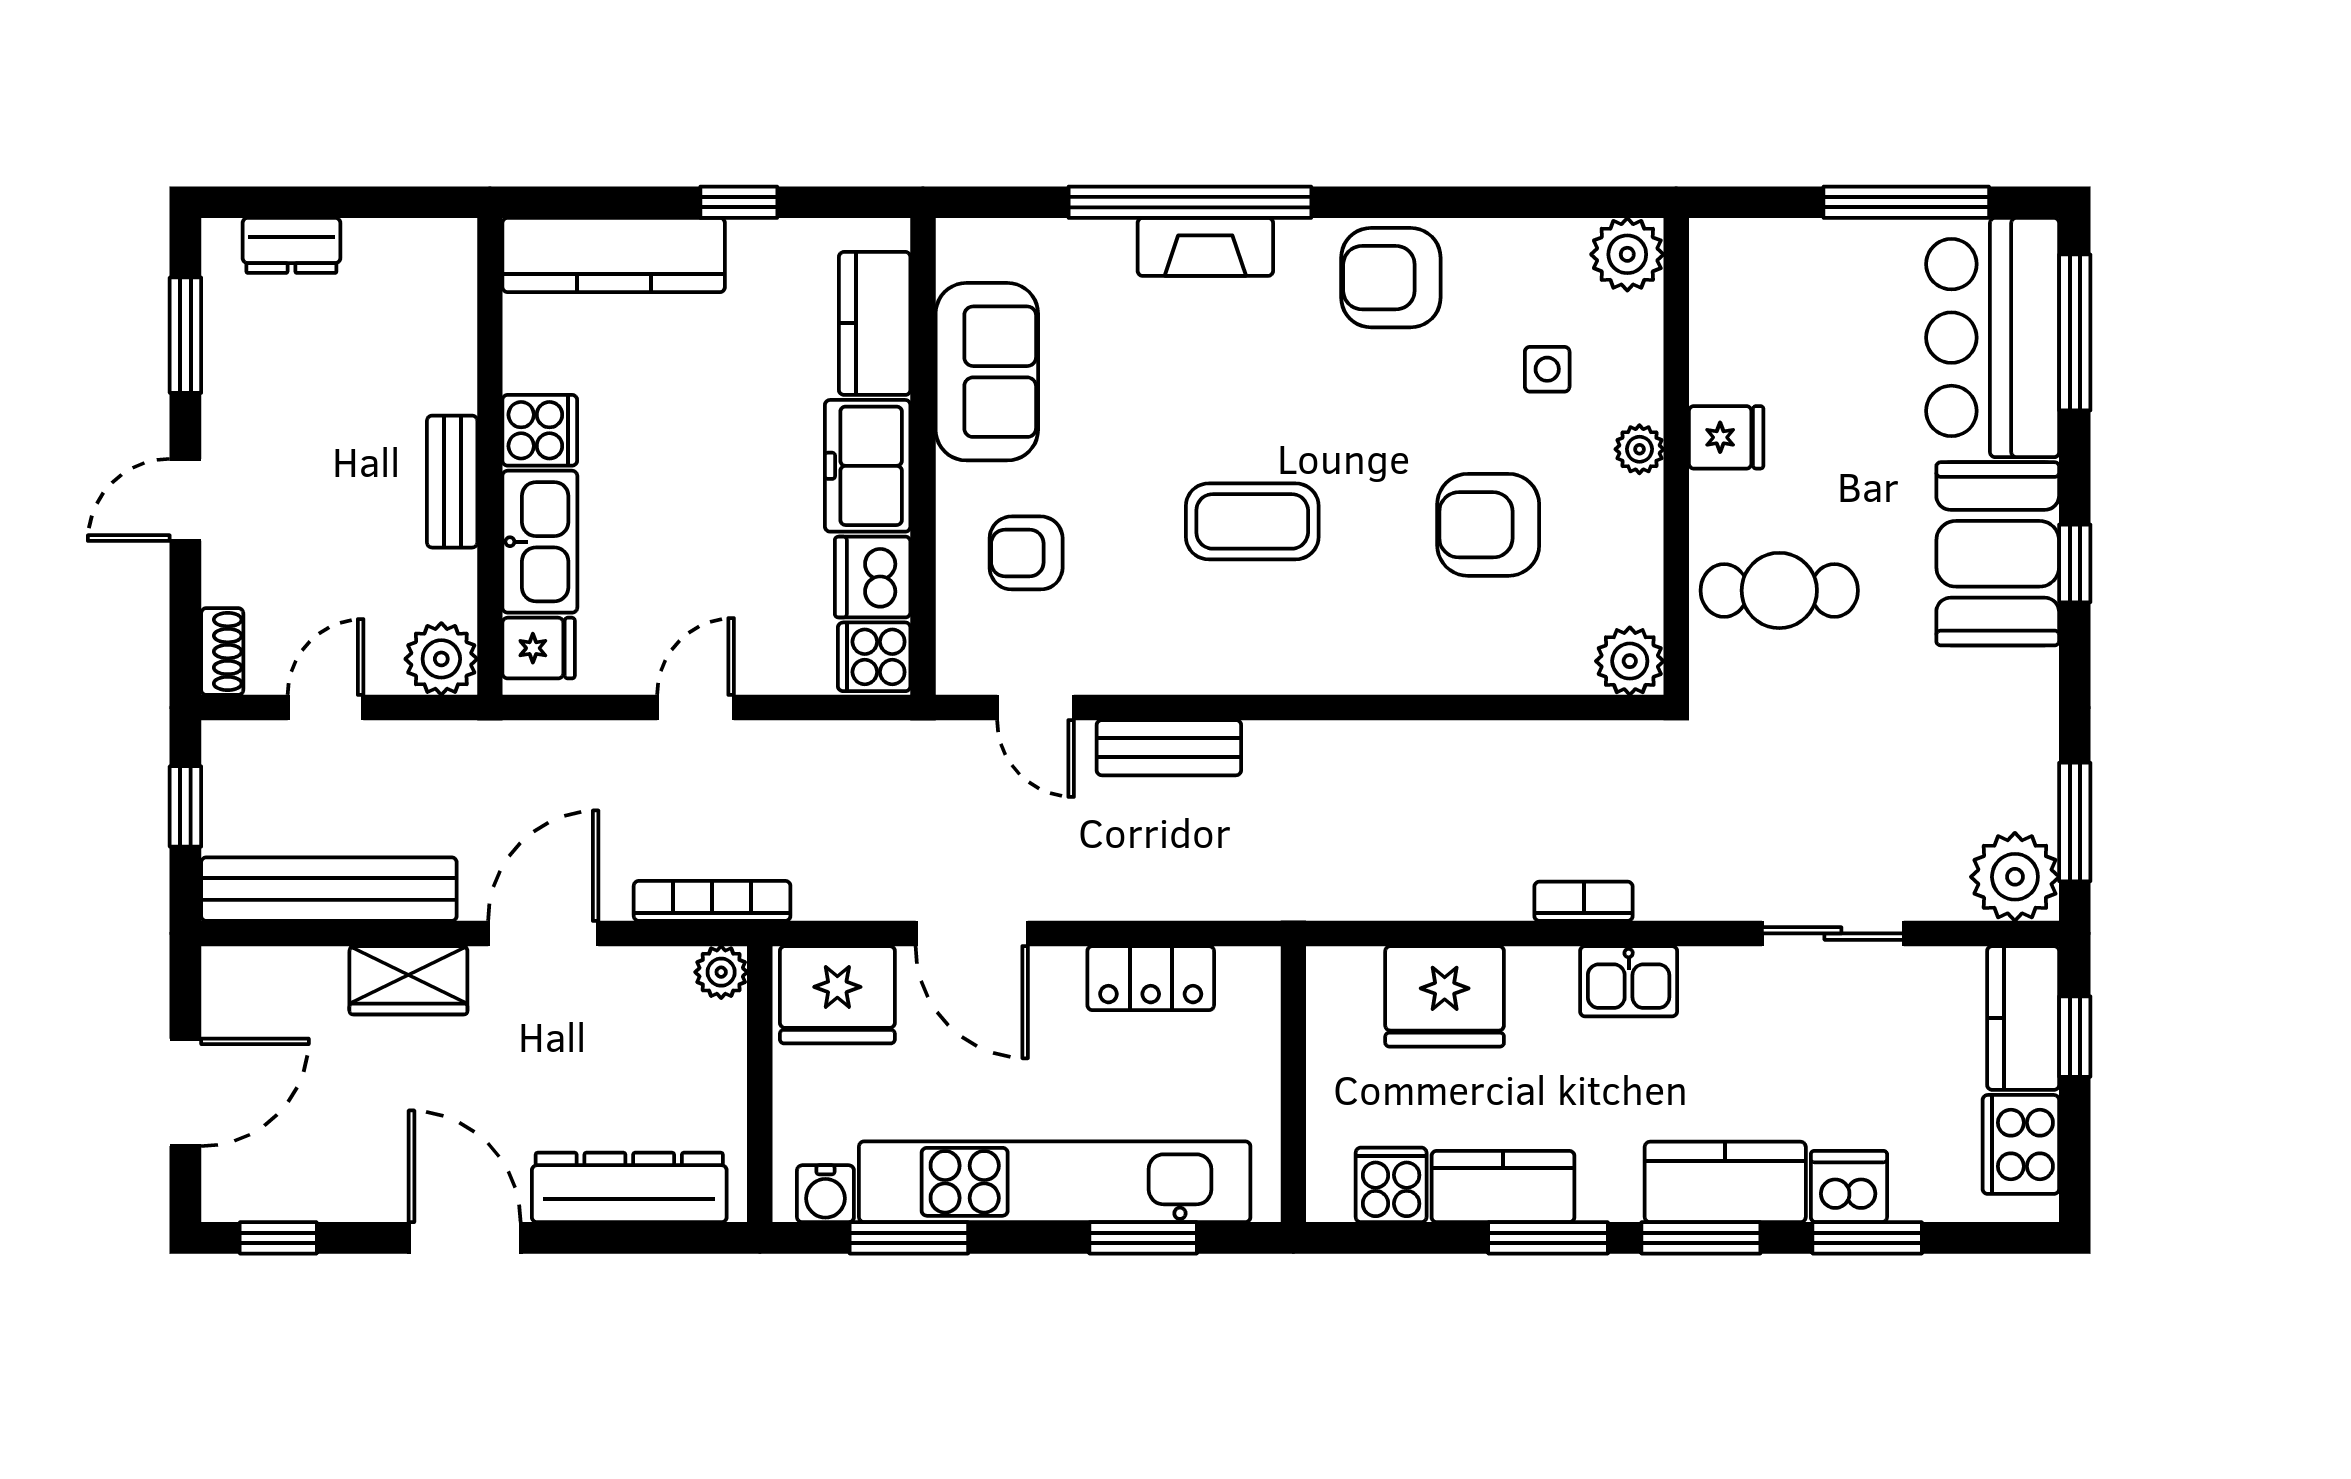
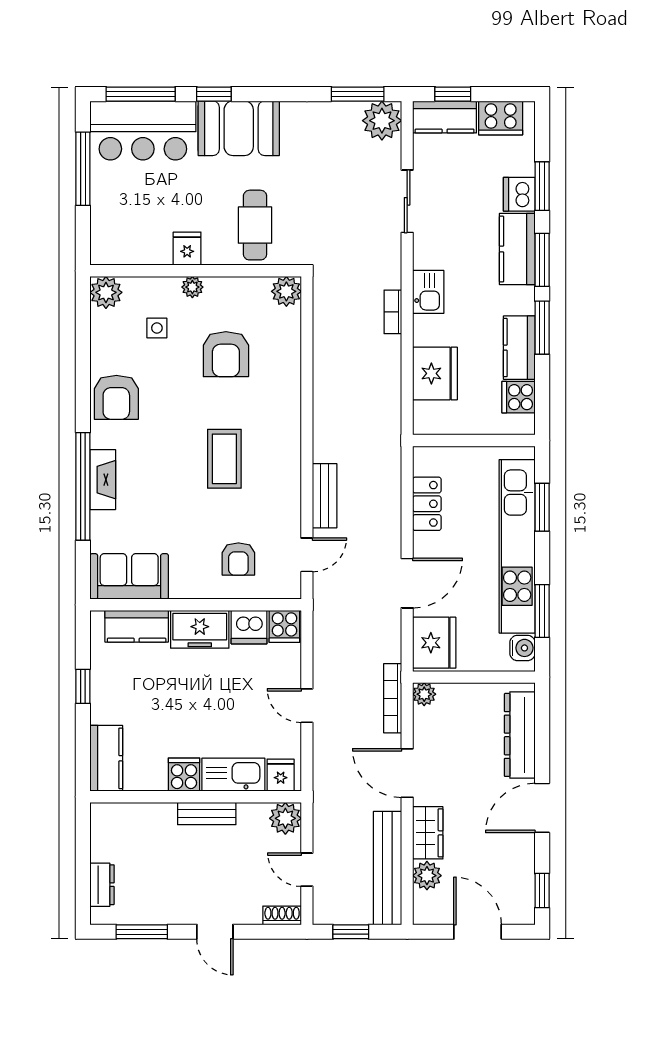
kitchen counter: (614, 255) -> (106, 758), width x0.67
sofa: (987, 372) -> (129, 576), moved
window: (2075, 563) -> (214, 94), moved
plant: (312, 978) -> (427, 876), added

